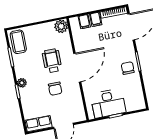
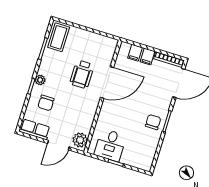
plant: (61, 26) -> (80, 140), moved
wheelchair: (52, 61) -> (82, 74), turned 180
door: (77, 68) -> (107, 83), moved
chair: (55, 89) -> (46, 103), moved
desk: (108, 103) -> (110, 145), width x0.73

